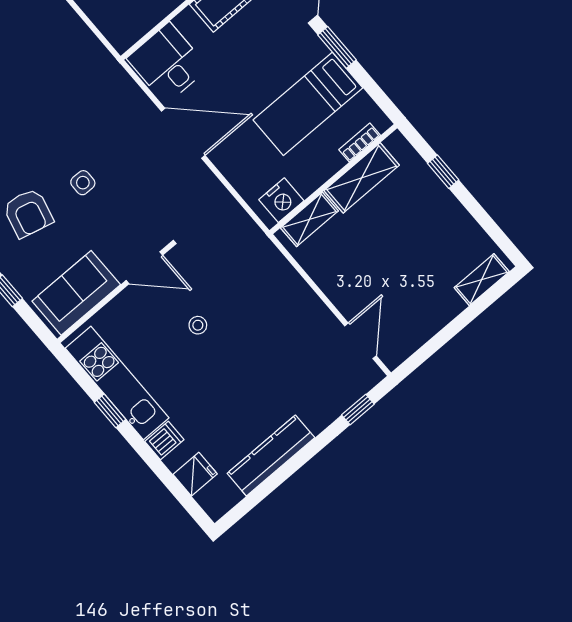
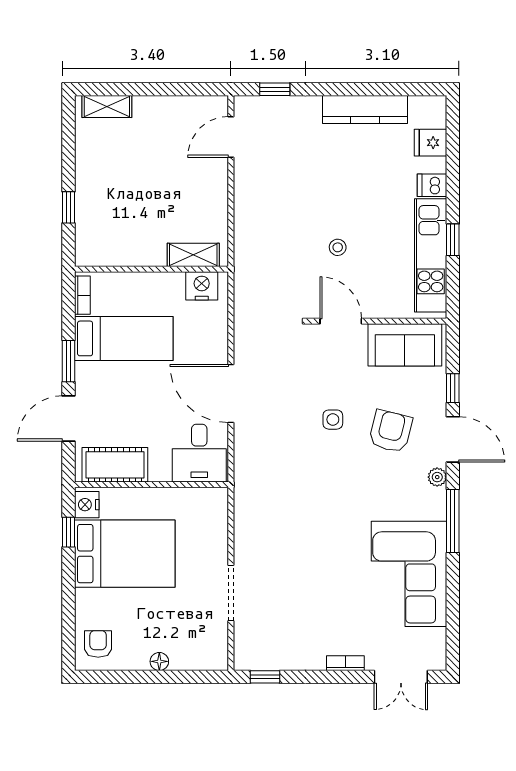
bookcase: (360, 142) -> (82, 295), moved, turned -90
shelving: (362, 178) -> (131, 253), removed

